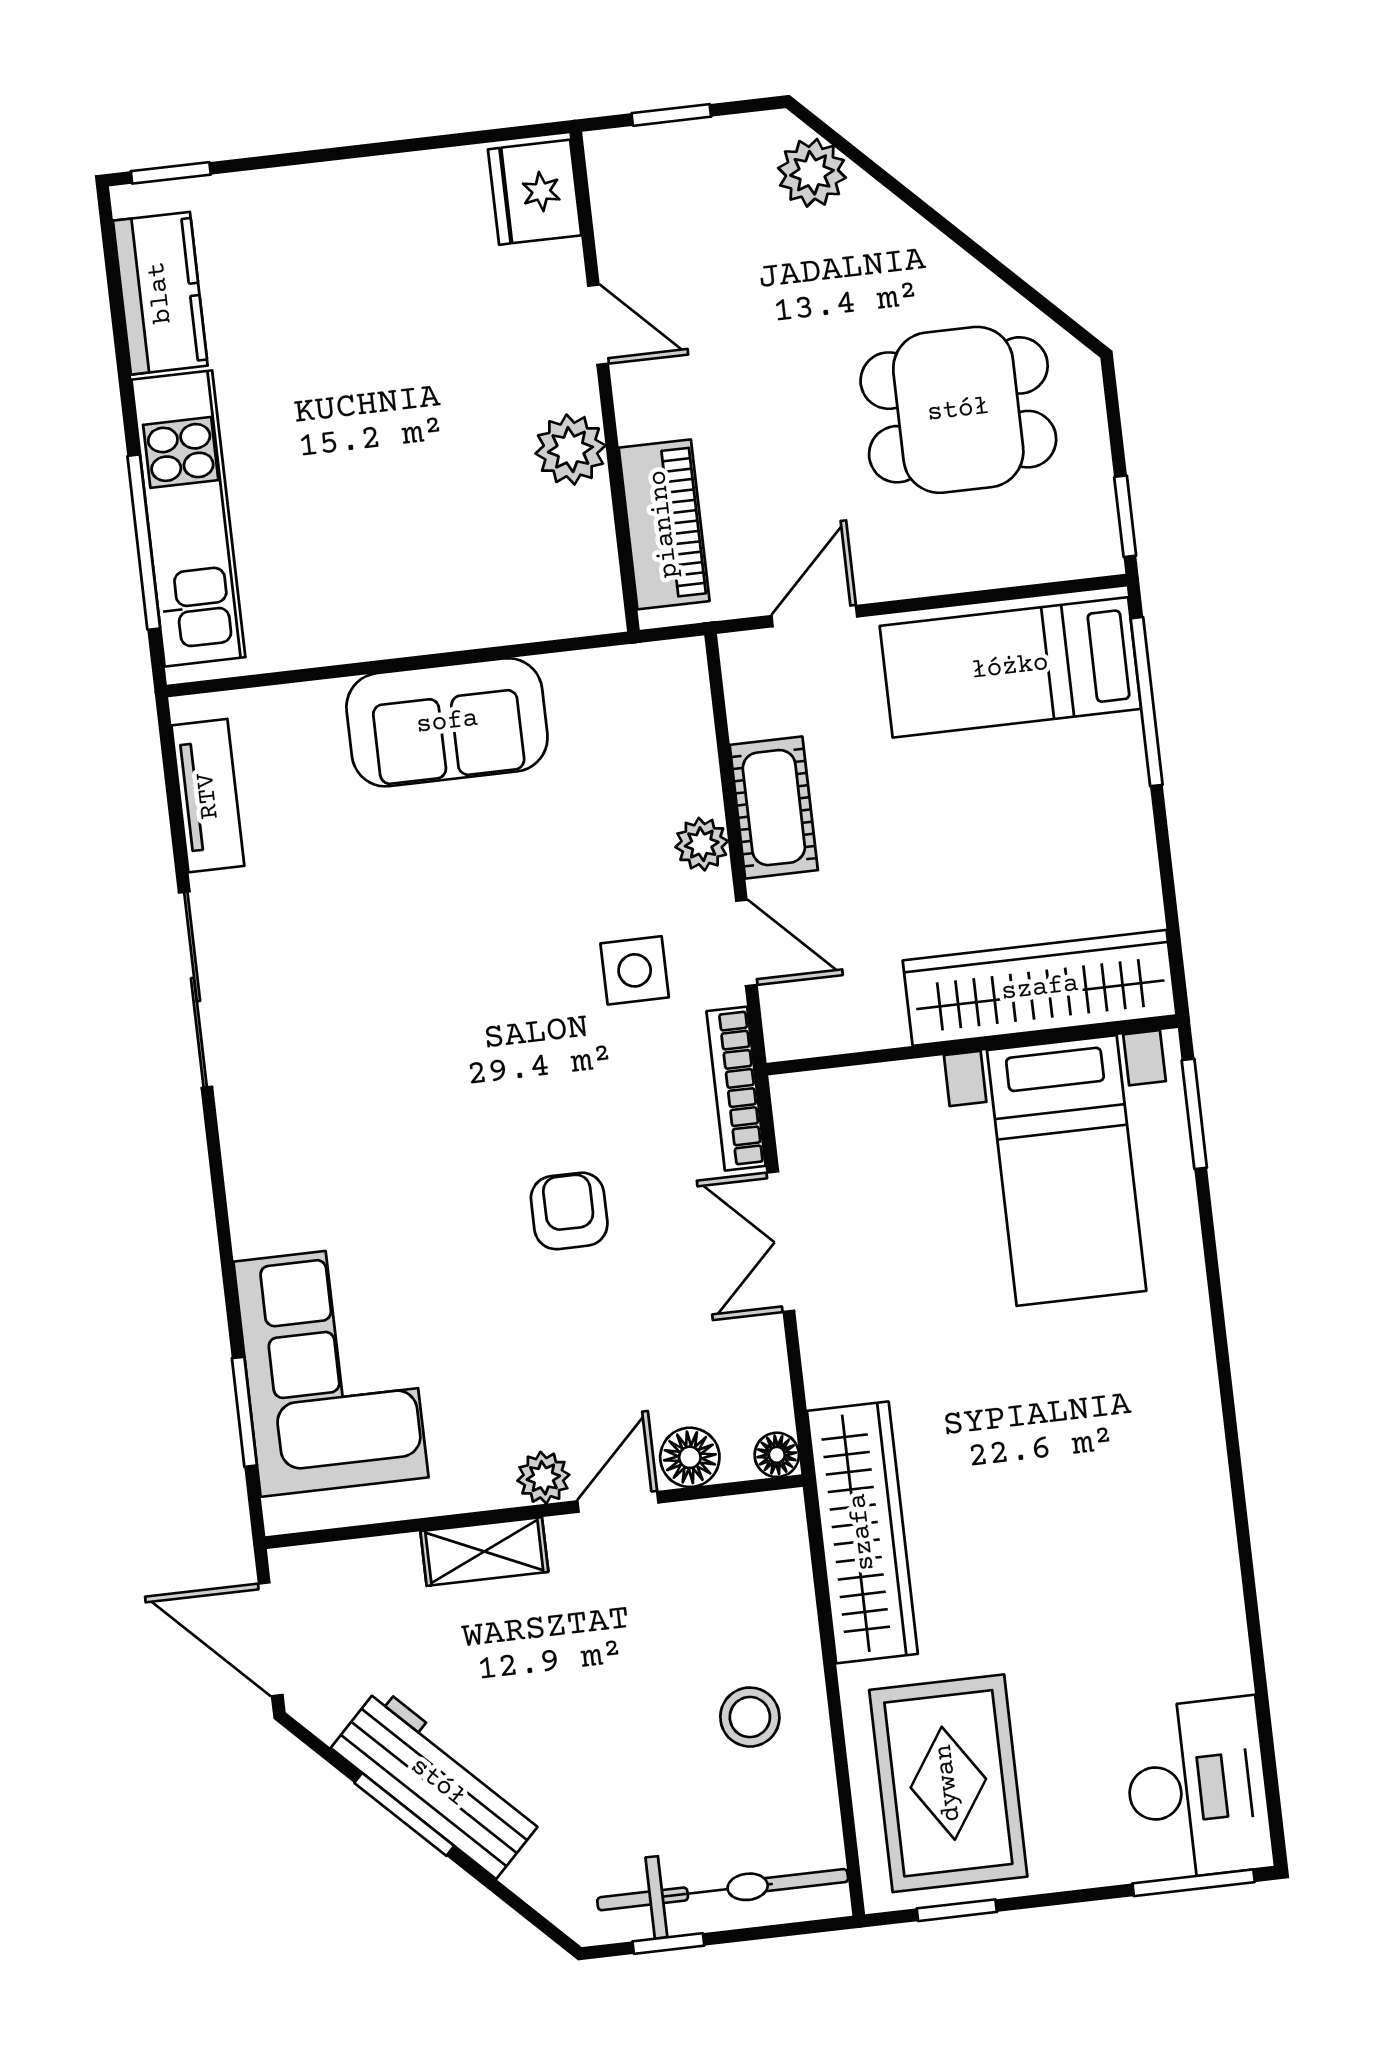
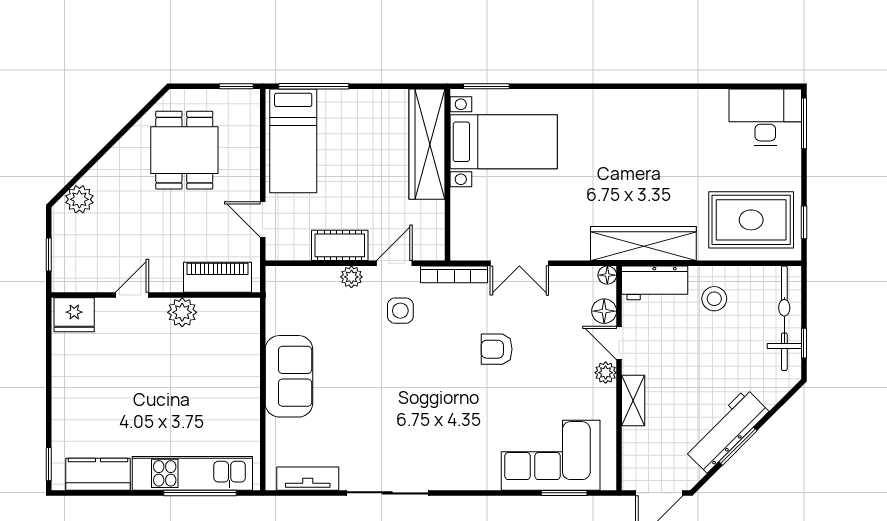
workbench: (771, 1570) -> (655, 283), added

